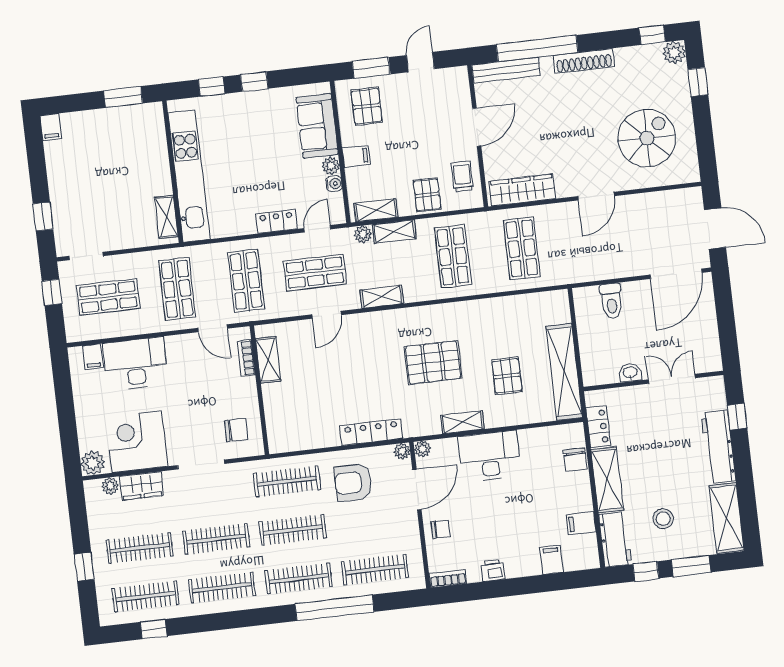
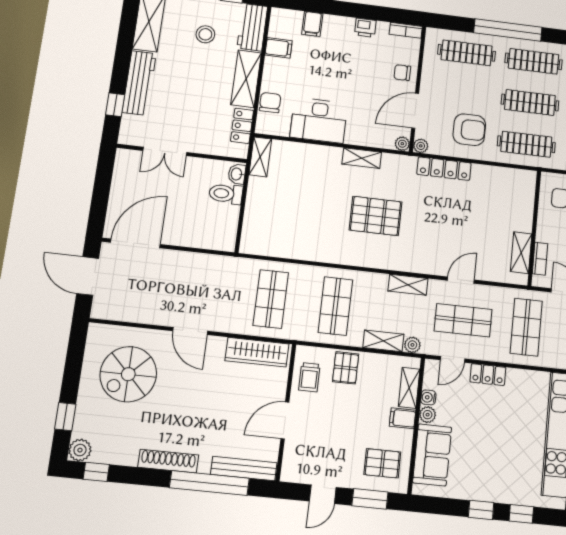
pallet: (367, 106) -> (382, 463), turned 90
door: (596, 196) -> (190, 331), swing flipped
shelving: (376, 210) -> (409, 388), moved, turned 90
toilet: (611, 301) -> (226, 194), moved, turned -90
shelving: (564, 372) -> (260, 157), width x0.45, depth x0.75
washbasin: (630, 373) -> (237, 174), moved, turned 90
pallet: (507, 376) -> (312, 189), removed
desk: (490, 456) -> (319, 120), moved

